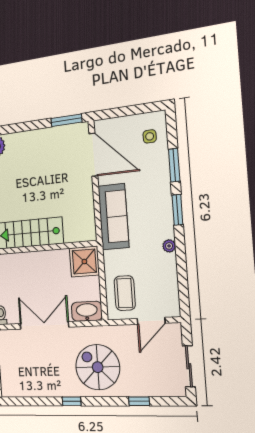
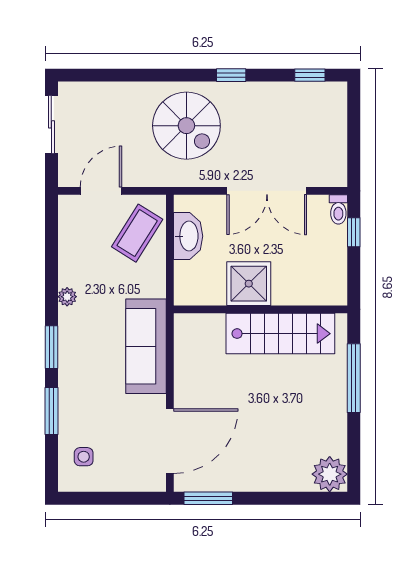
door: (93, 155) -> (170, 441), swing flipped
shower: (84, 262) -> (249, 284), moved
coffee table: (125, 293) -> (137, 233), turned 32
washbasin: (87, 311) -> (188, 236), moved, turned -90
window: (139, 401) -> (310, 75), moved

